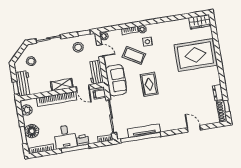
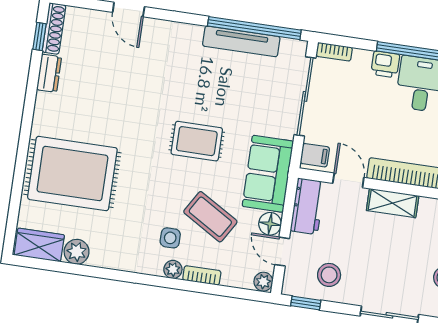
plant: (184, 24) -> (77, 252), added
floor lamp: (109, 60) -> (270, 224), added
rug: (149, 84) -> (197, 141), turned 90

